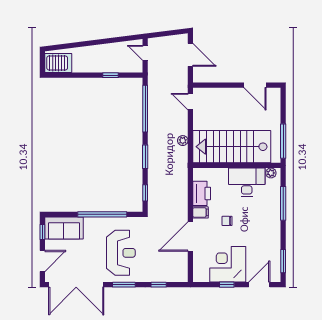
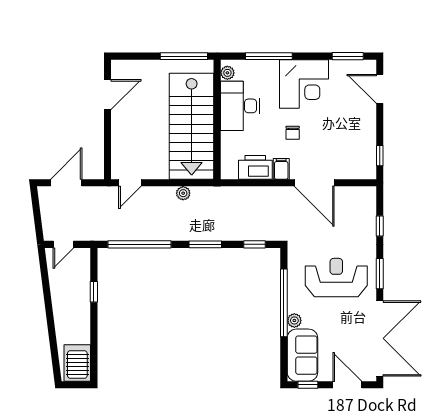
plant: (89, 222) -> (294, 320), added
corner desk: (228, 264) -> (304, 84), moved, turned -90
window: (227, 285) -> (380, 156), moved

